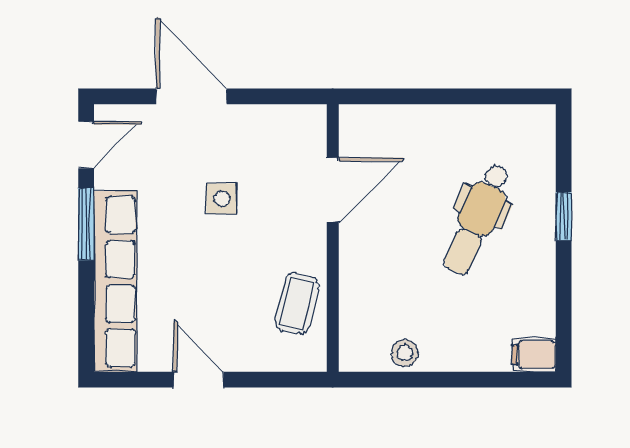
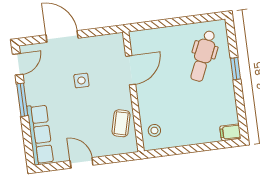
dental chair: (477, 219) -> (203, 56), moved
row of seats: (115, 281) -> (40, 135), width x0.73
stool: (405, 353) -> (154, 130), moved

